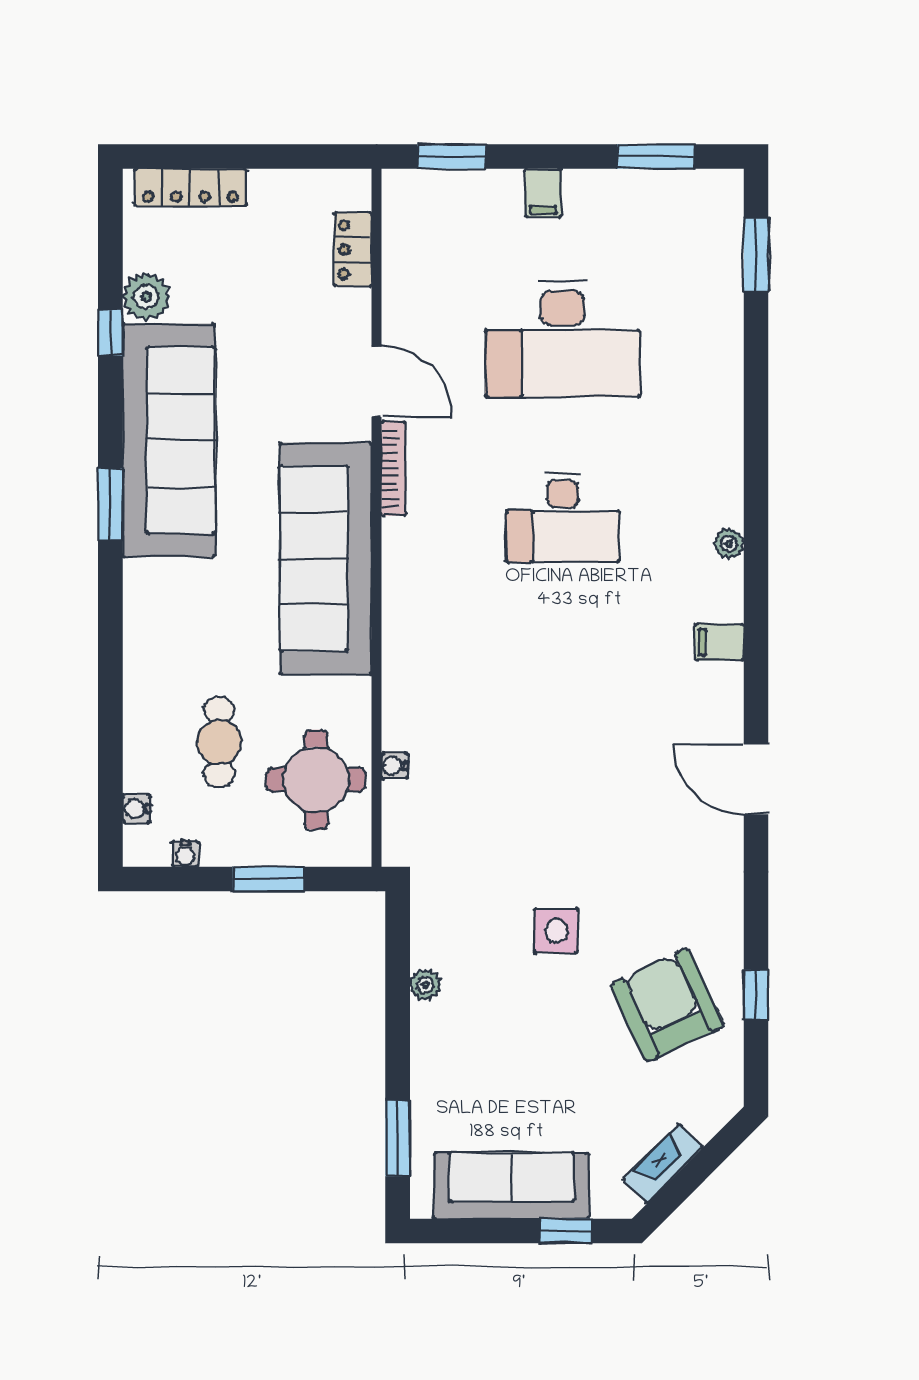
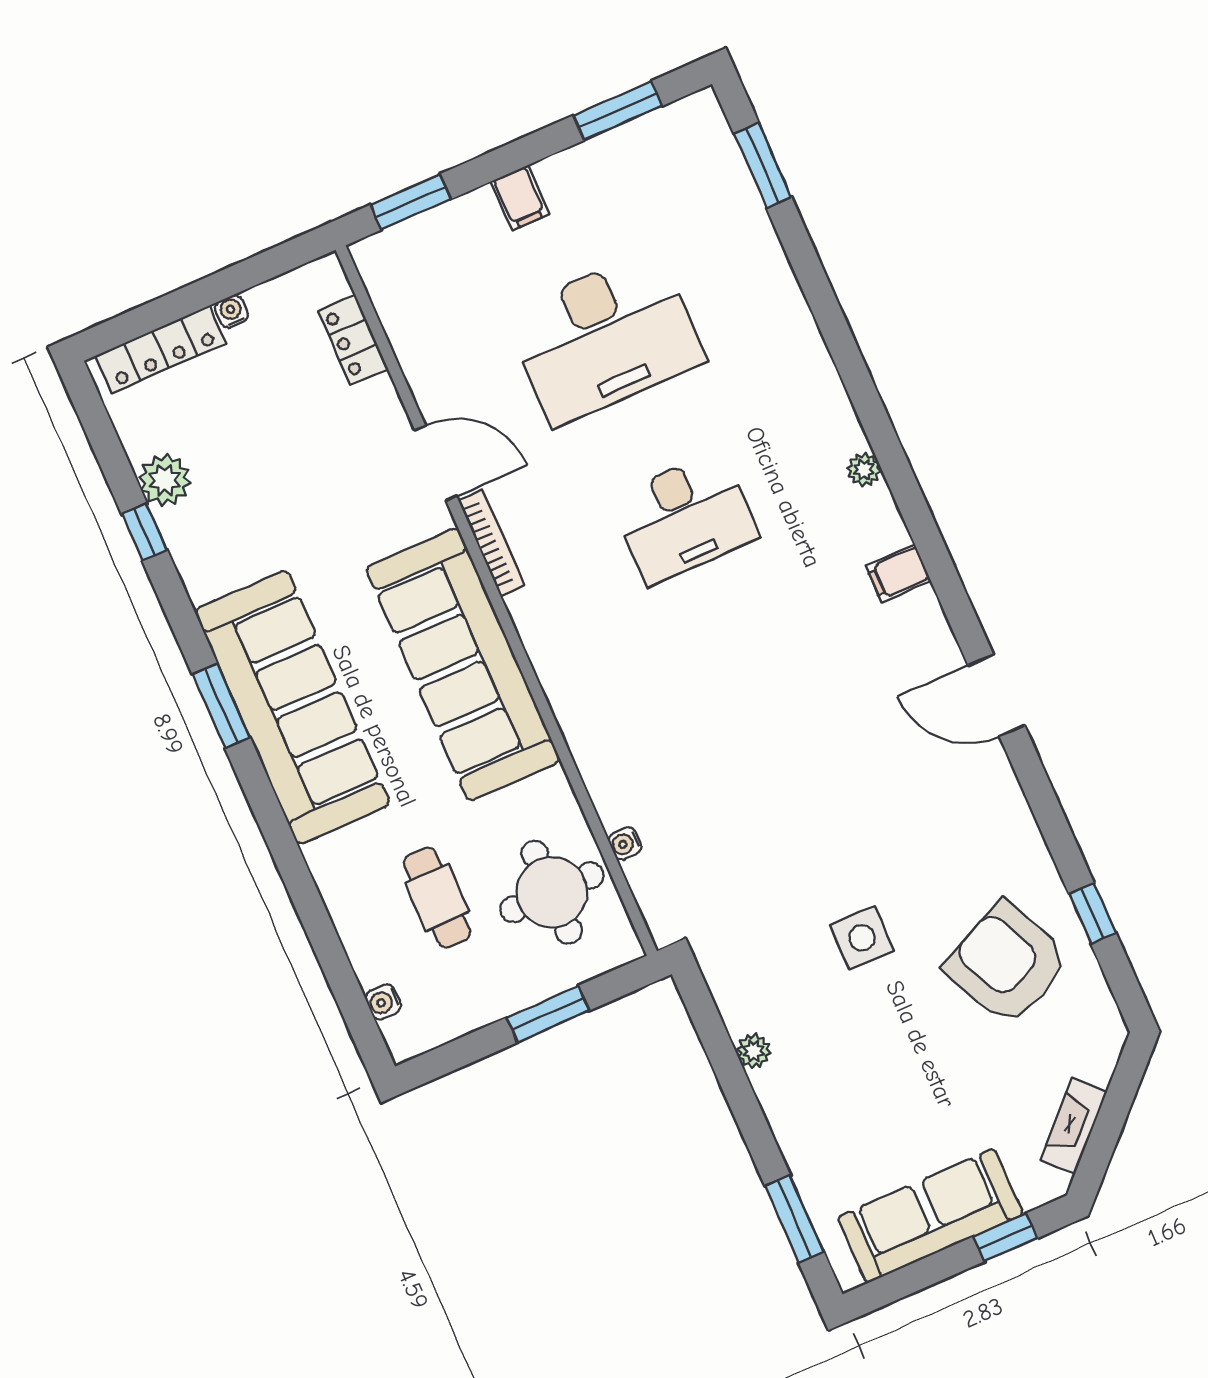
sofa: (169, 440) -> (292, 707), moved
water cooler: (185, 854) -> (231, 311), moved, turned 180

